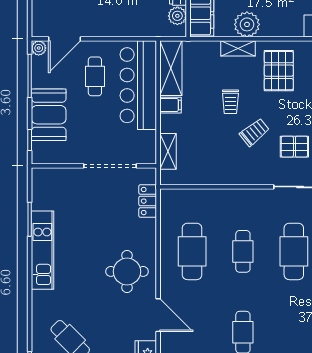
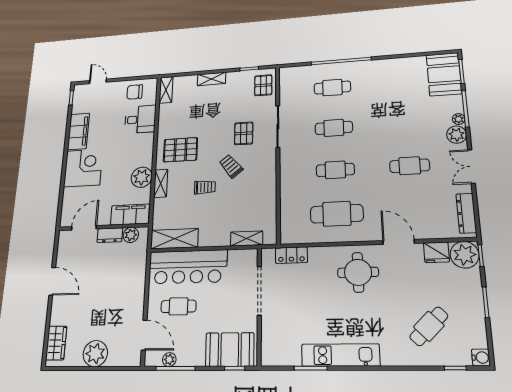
plant: (39, 48) -> (169, 359), moved
filing cabinet: (171, 105) -> (206, 238), removed
booth: (49, 115) -> (230, 350), moved
cafe table: (294, 251) -> (334, 128), width x0.73, depth x0.74
door: (158, 315) -> (399, 242), hinge flipped

